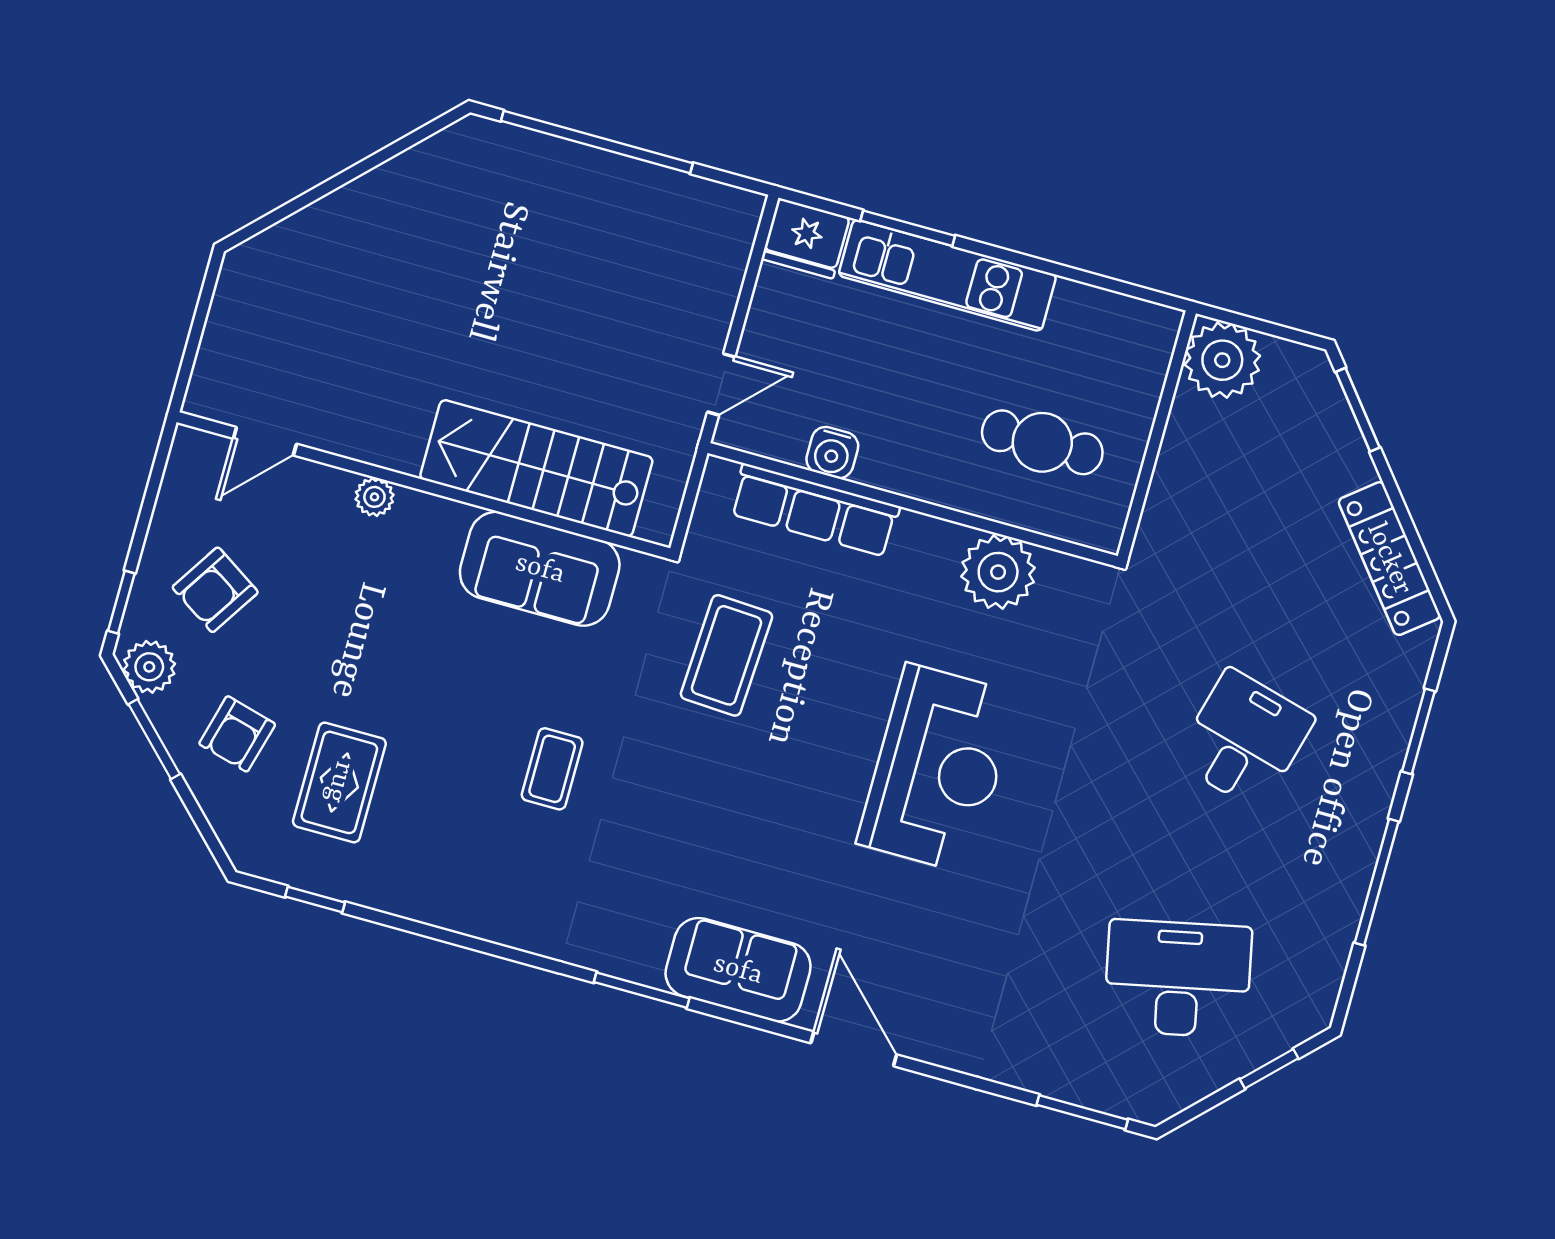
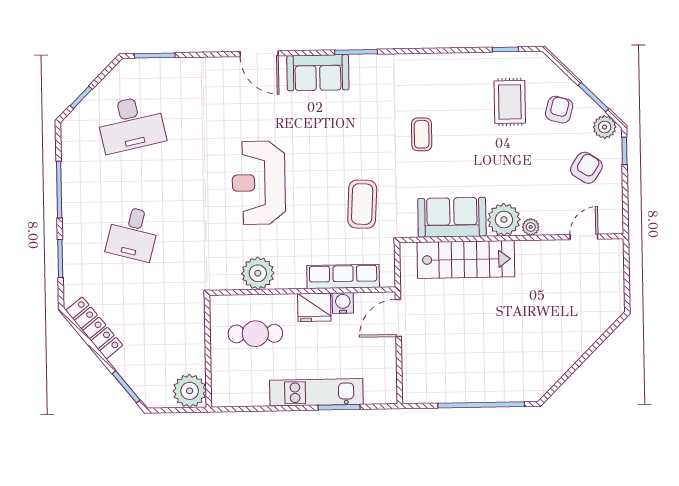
fridge: (806, 238) -> (314, 307), moved, turned 180
door: (721, 384) -> (398, 318), width x1.38
plant: (428, 530) -> (504, 220), added

